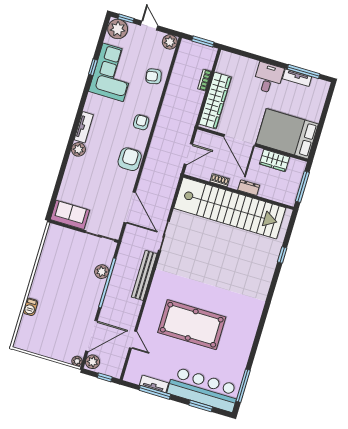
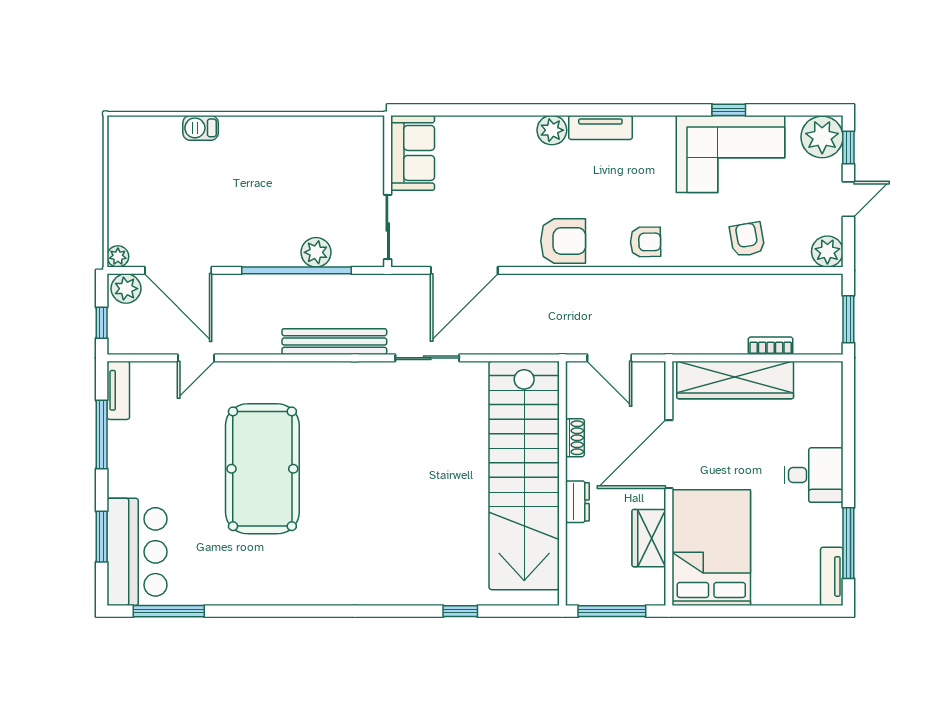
tv unit: (297, 78) -> (832, 576), moved
tv unit: (154, 384) -> (118, 390), moved
bar counter: (203, 390) -> (137, 552), width x0.73

